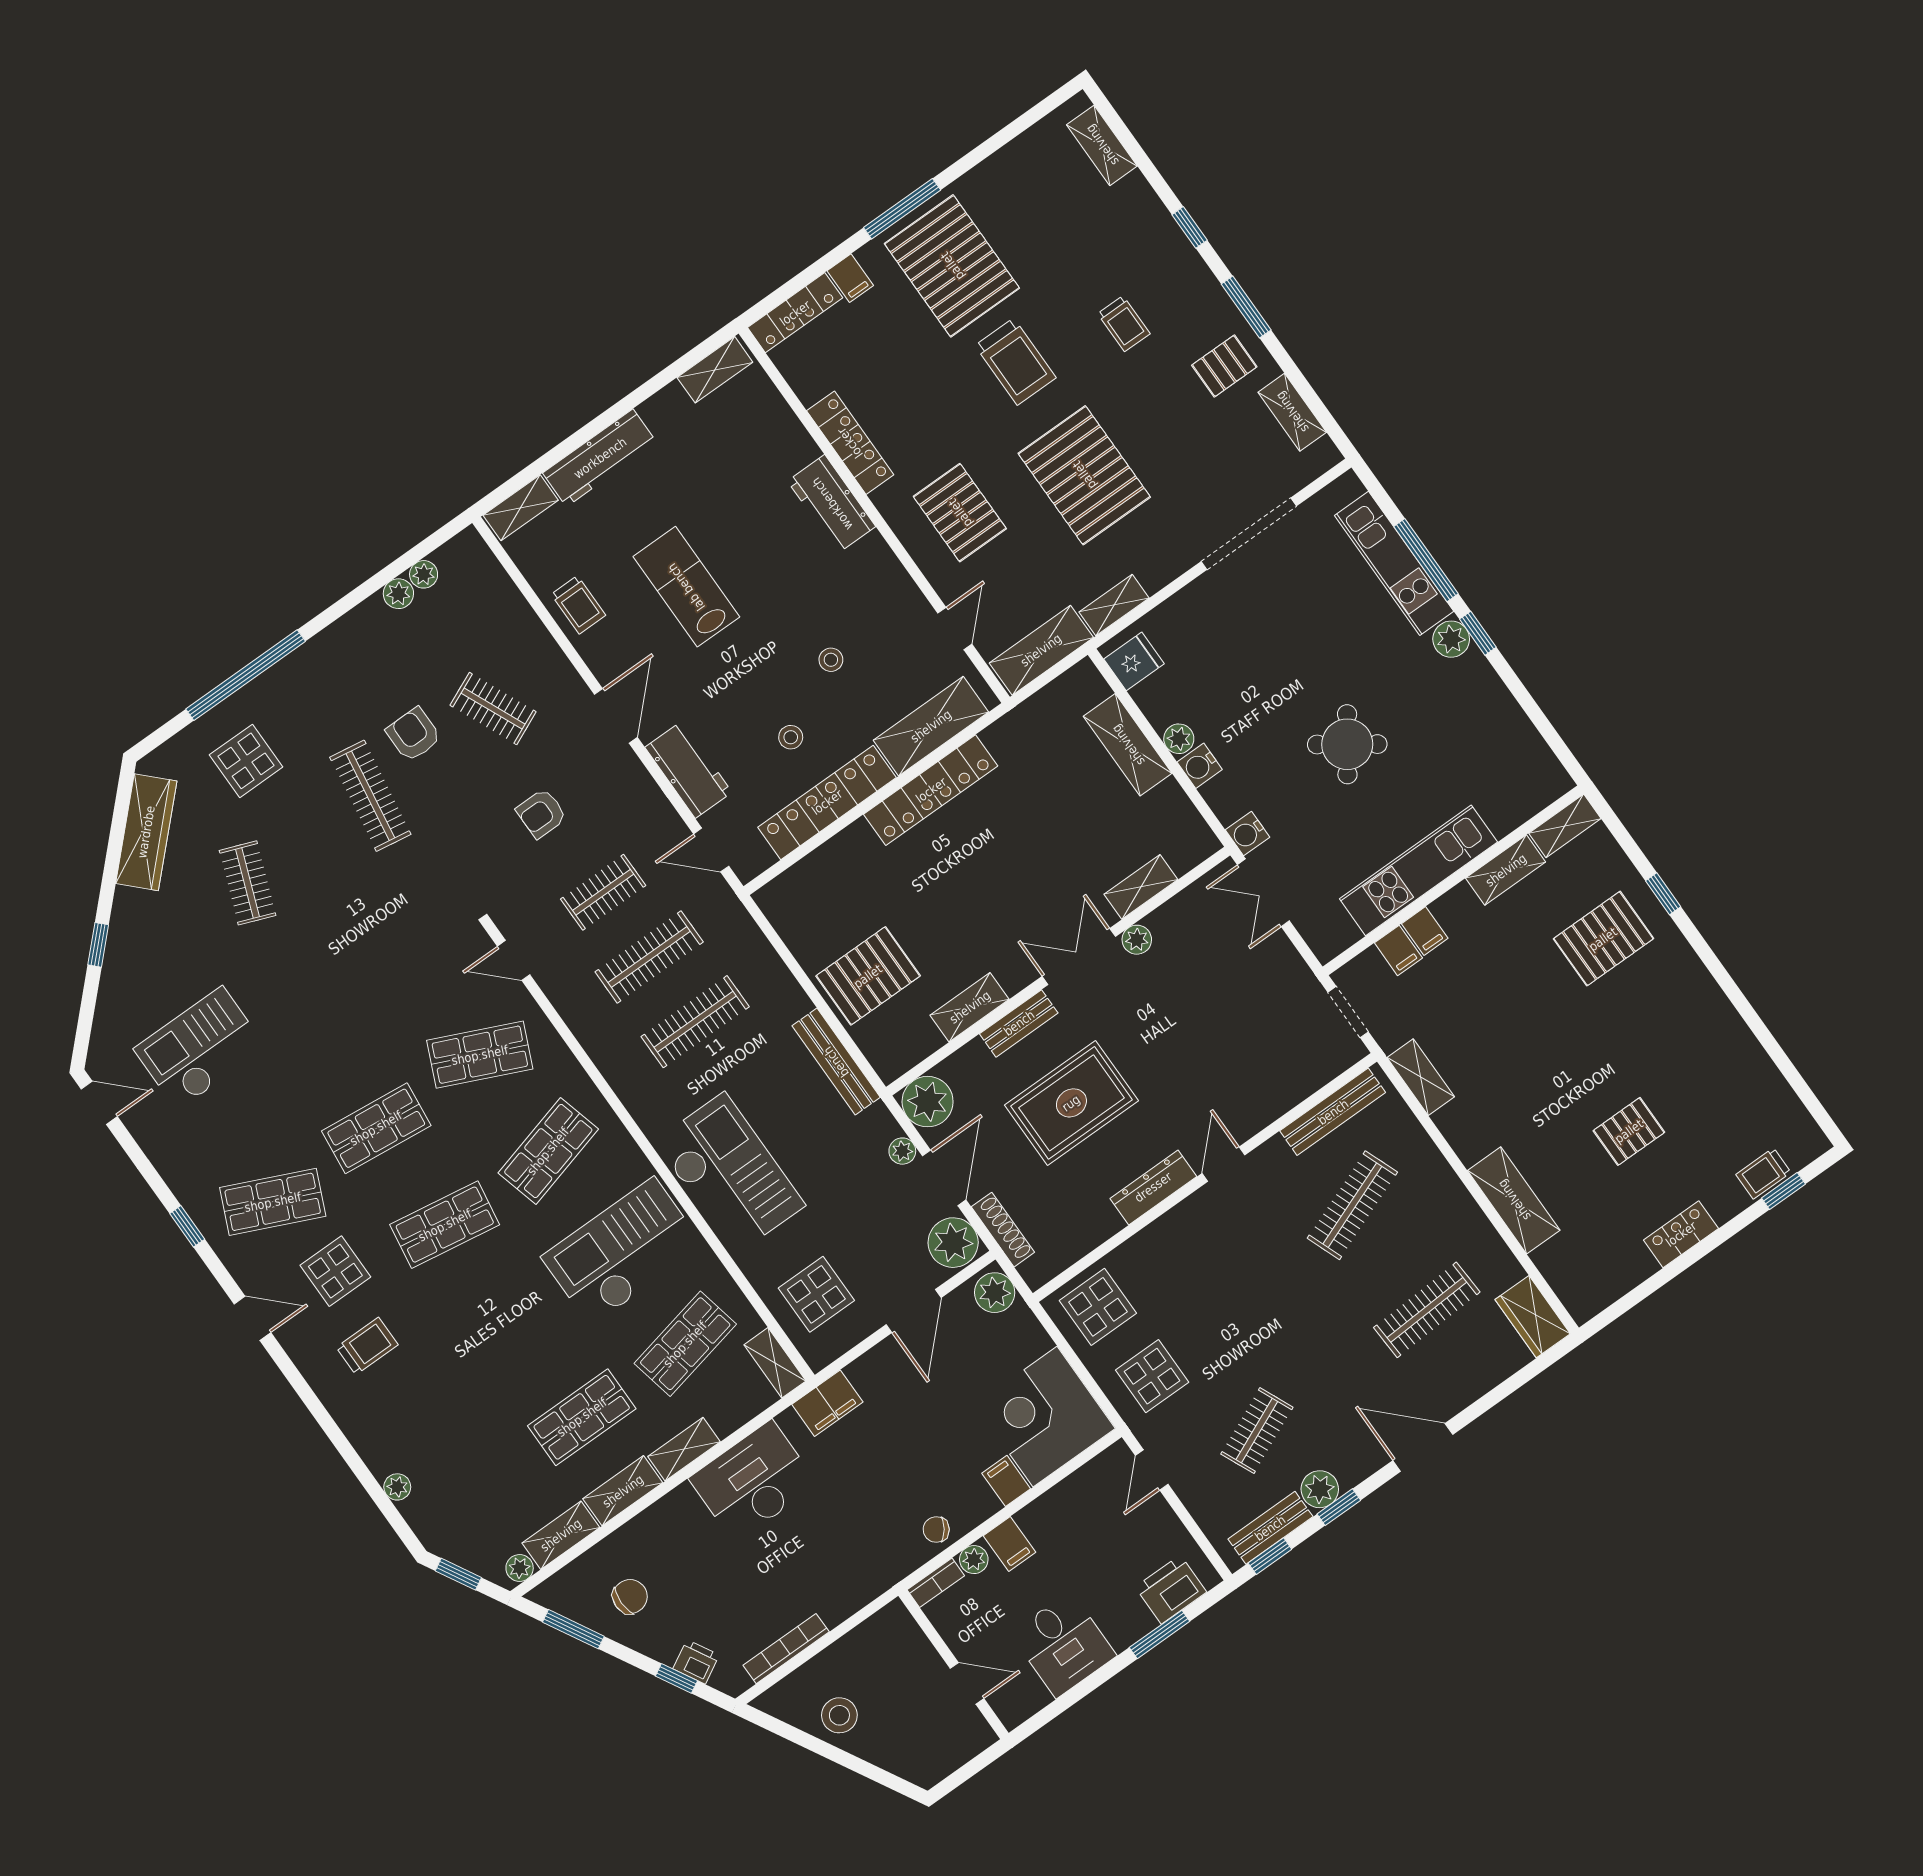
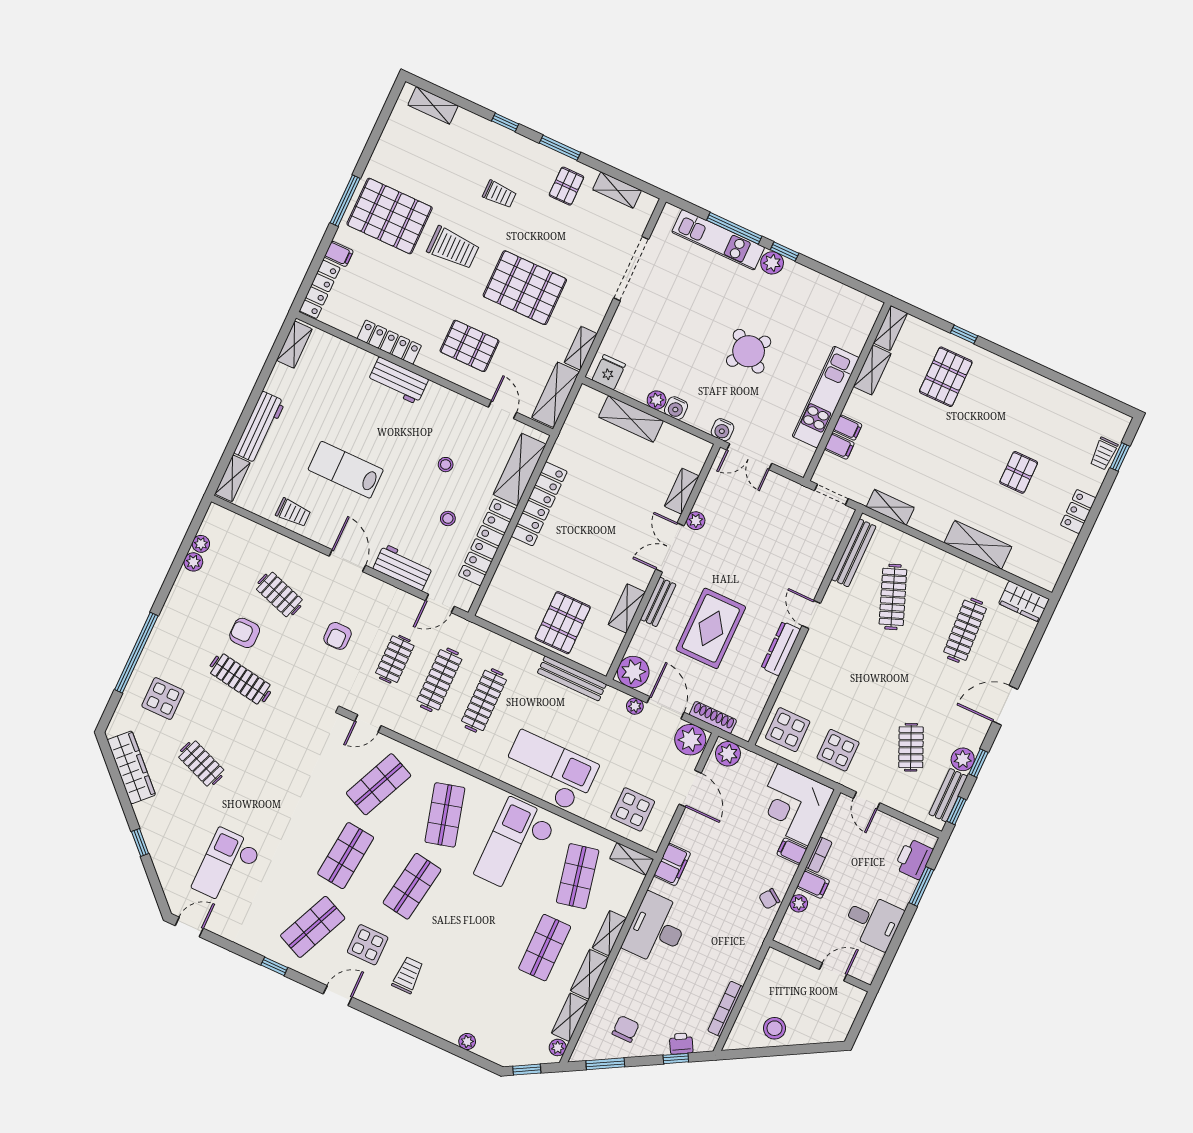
clothes rail: (493, 709) -> (279, 595), turned 42
bookcase: (936, 1583) -> (819, 855), moved

